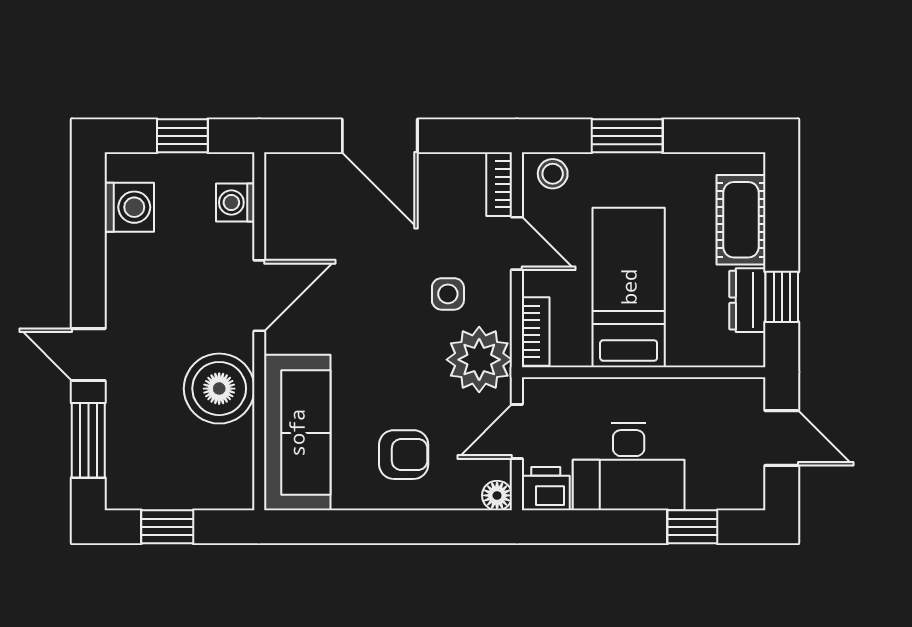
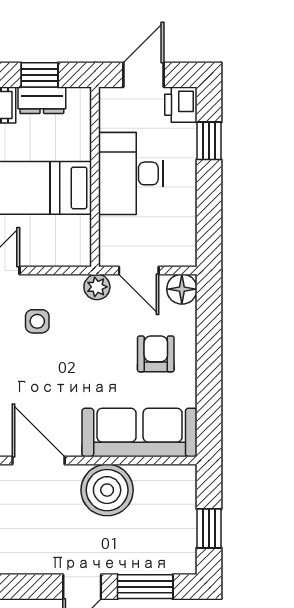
bookcase: (536, 331) -> (65, 257), removed
plant: (479, 360) -> (97, 287), width x0.53, depth x0.53
desk: (629, 467) -> (131, 173), moved, turned 180
printer: (546, 489) -> (181, 105), moved
floor lamp: (497, 495) -> (182, 289), width x1.37, depth x1.37

